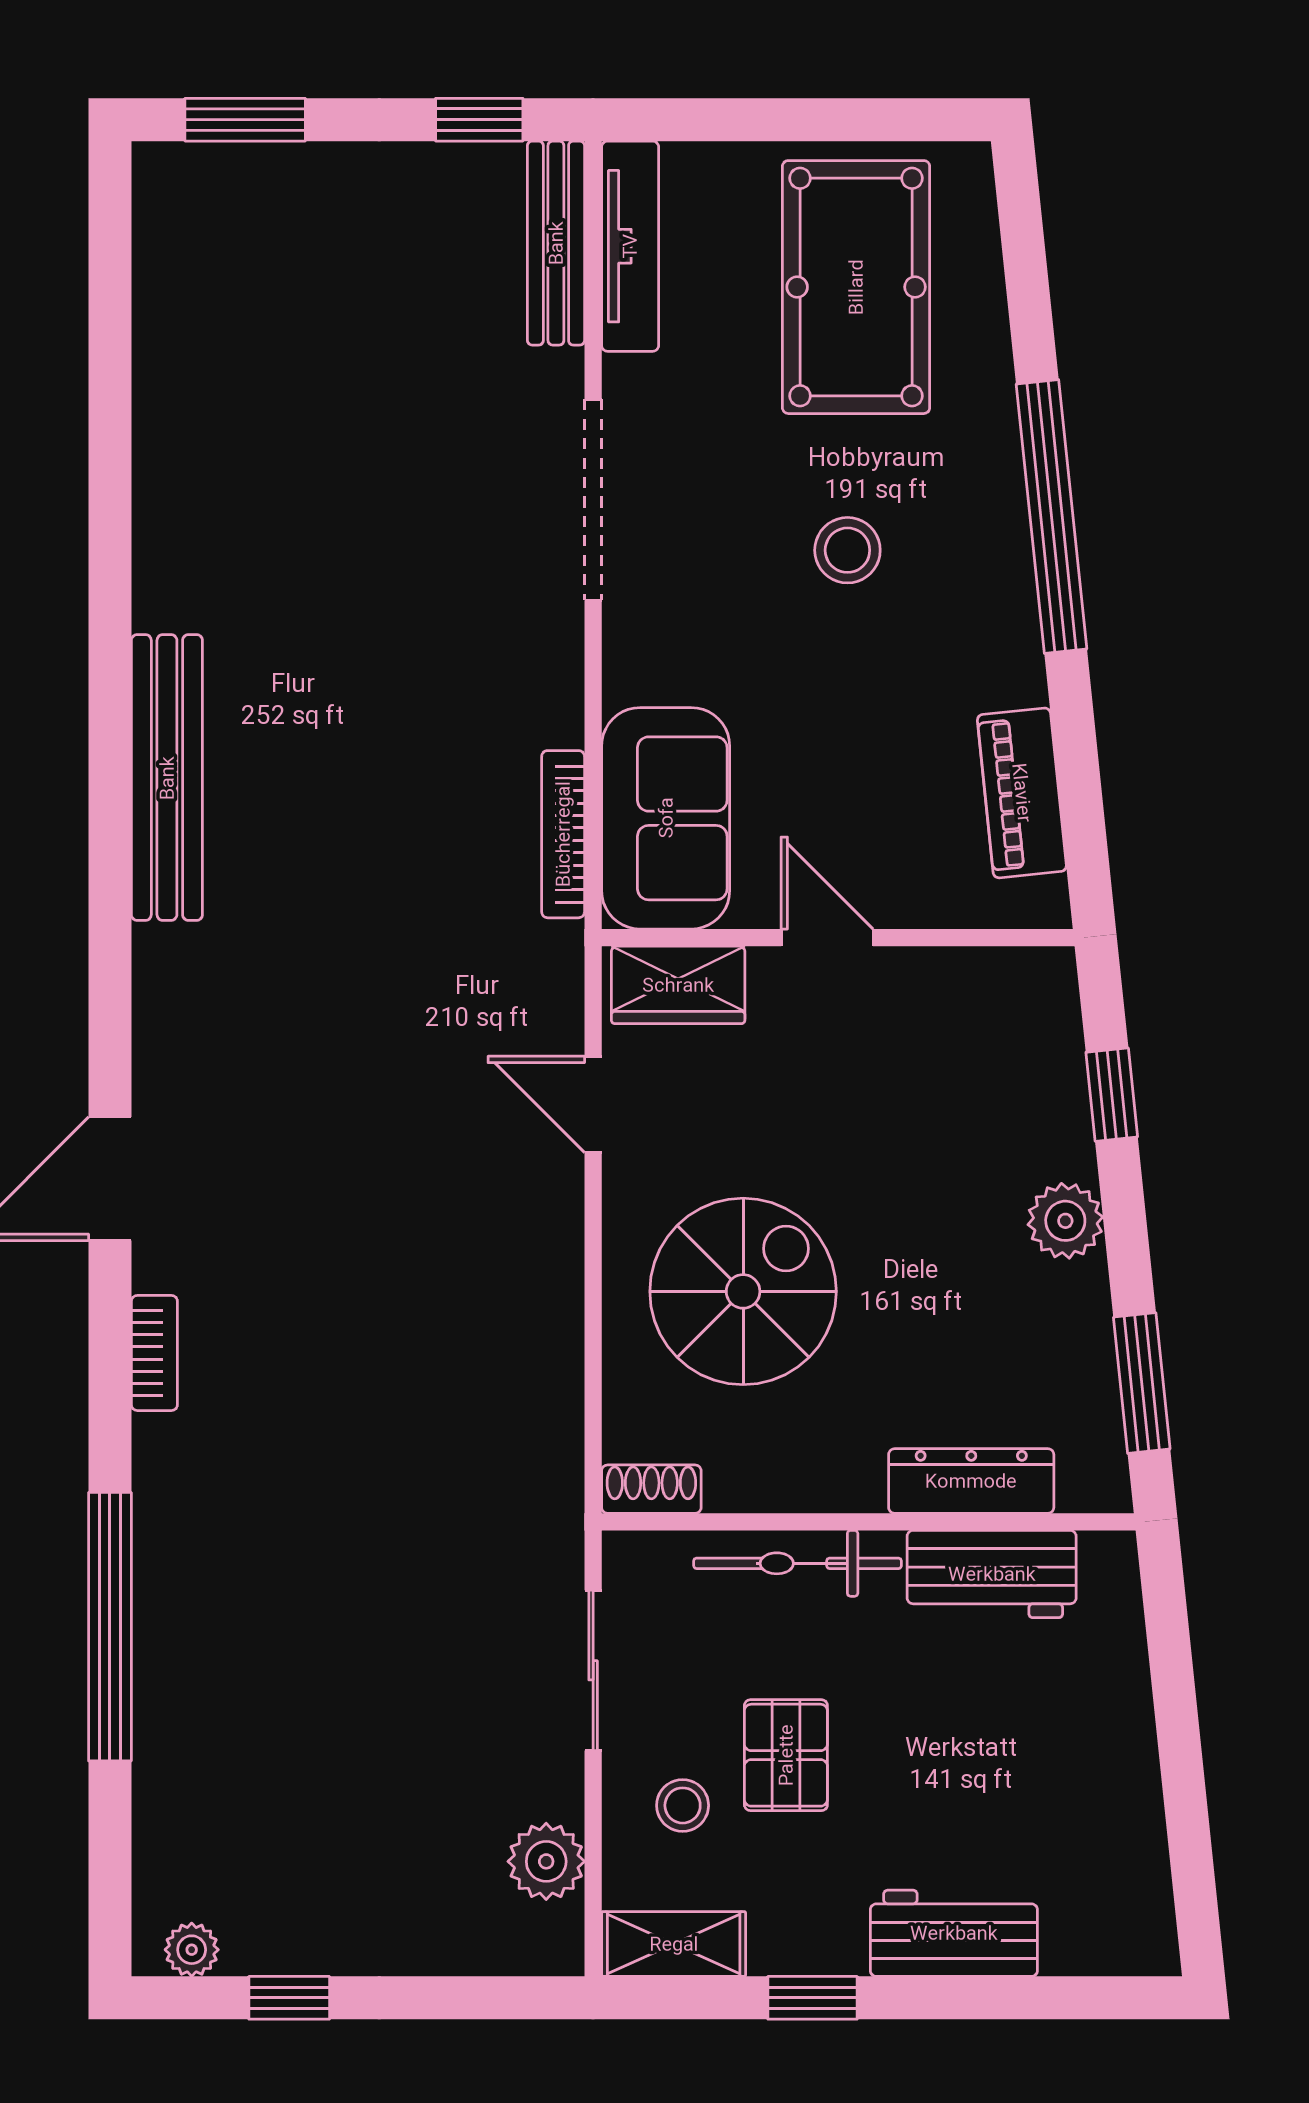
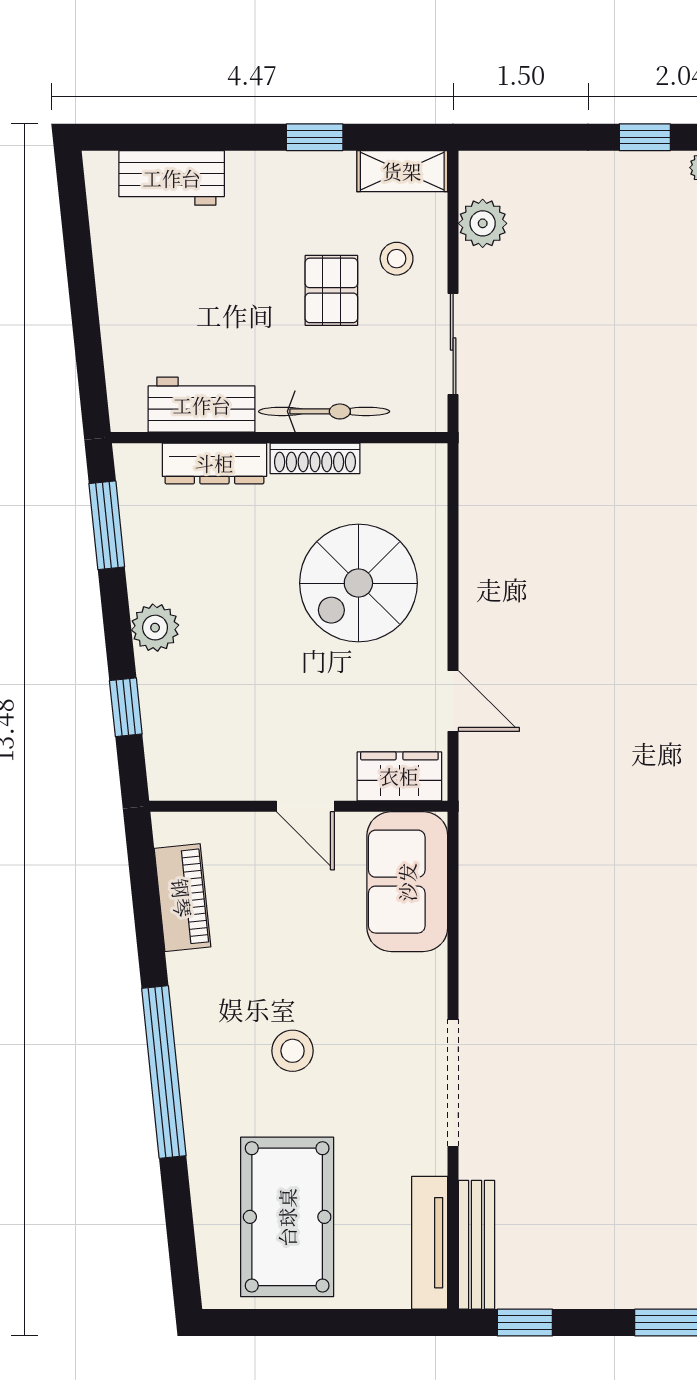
bookcase: (563, 834) -> (472, 872), removed
shoe rack: (651, 1489) -> (315, 458), moved, width x1.43
workbench: (954, 1933) -> (172, 178), moved

